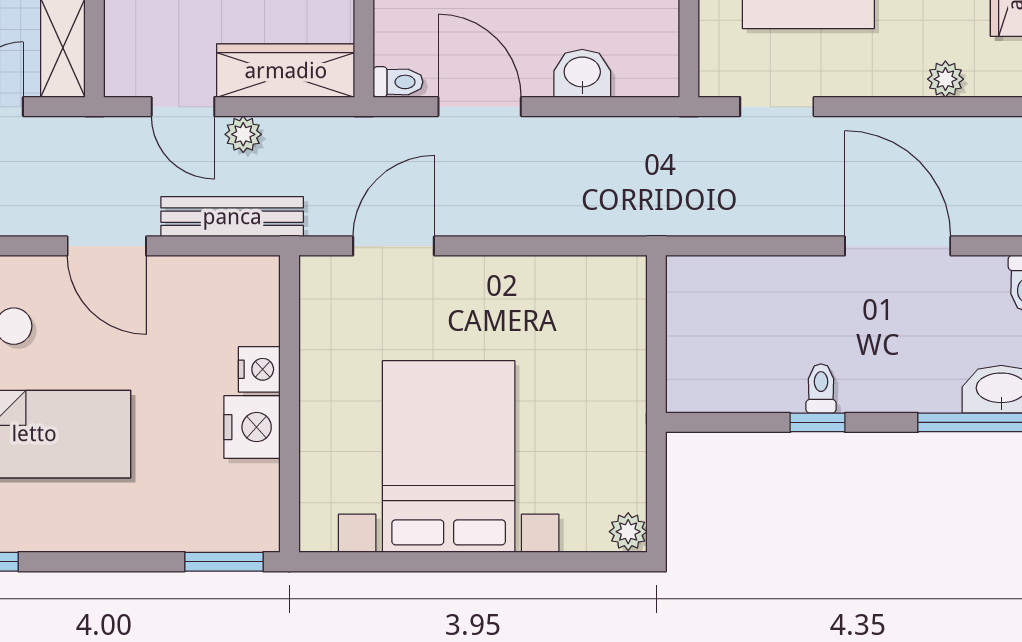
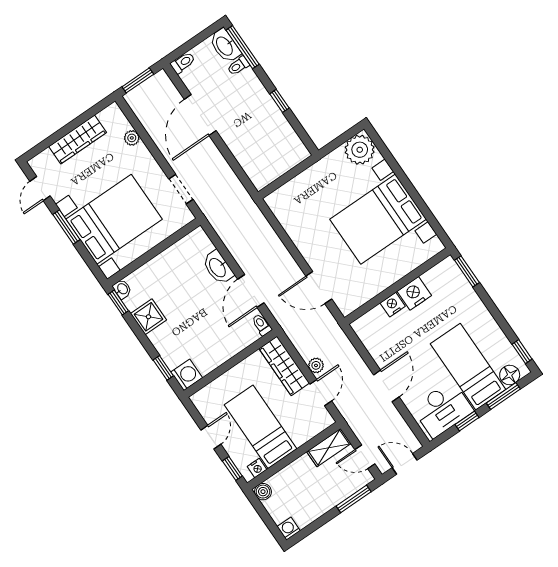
washbasin: (582, 73) -> (218, 267), width x1.38
bench: (232, 217) -> (347, 350), removed
toilet: (821, 388) -> (238, 66), moved
plant: (628, 532) -> (360, 150), width x1.87, depth x1.87

